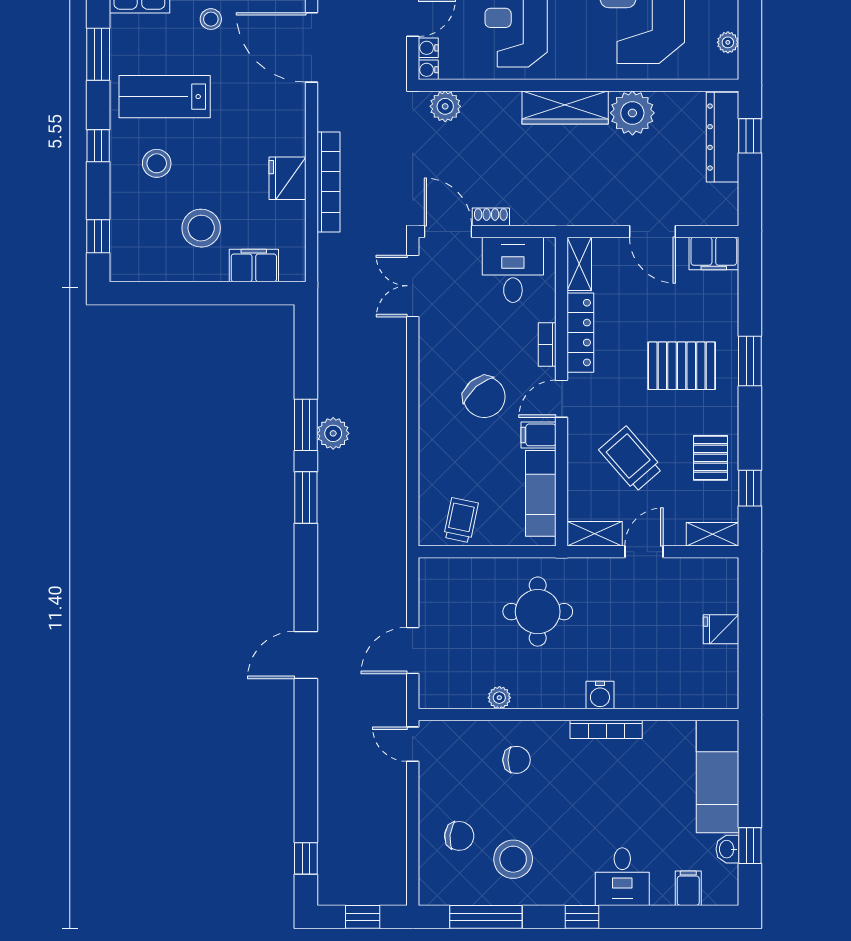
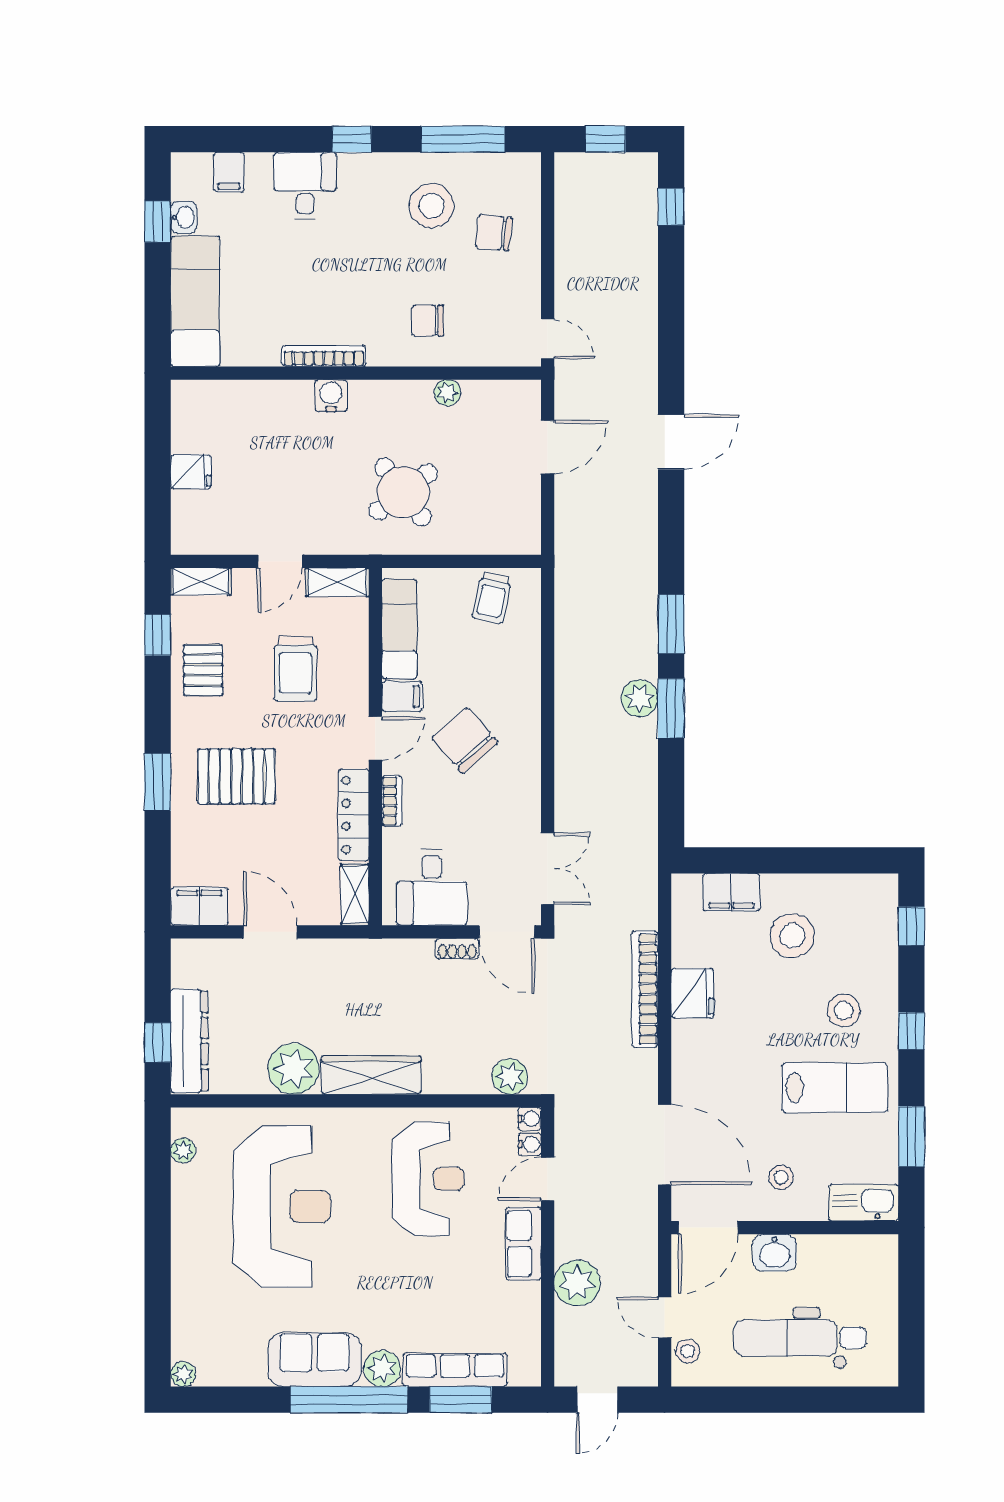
trolley: (631, 459) -> (295, 669), turned 41
round table: (538, 612) -> (403, 492), turned -37

